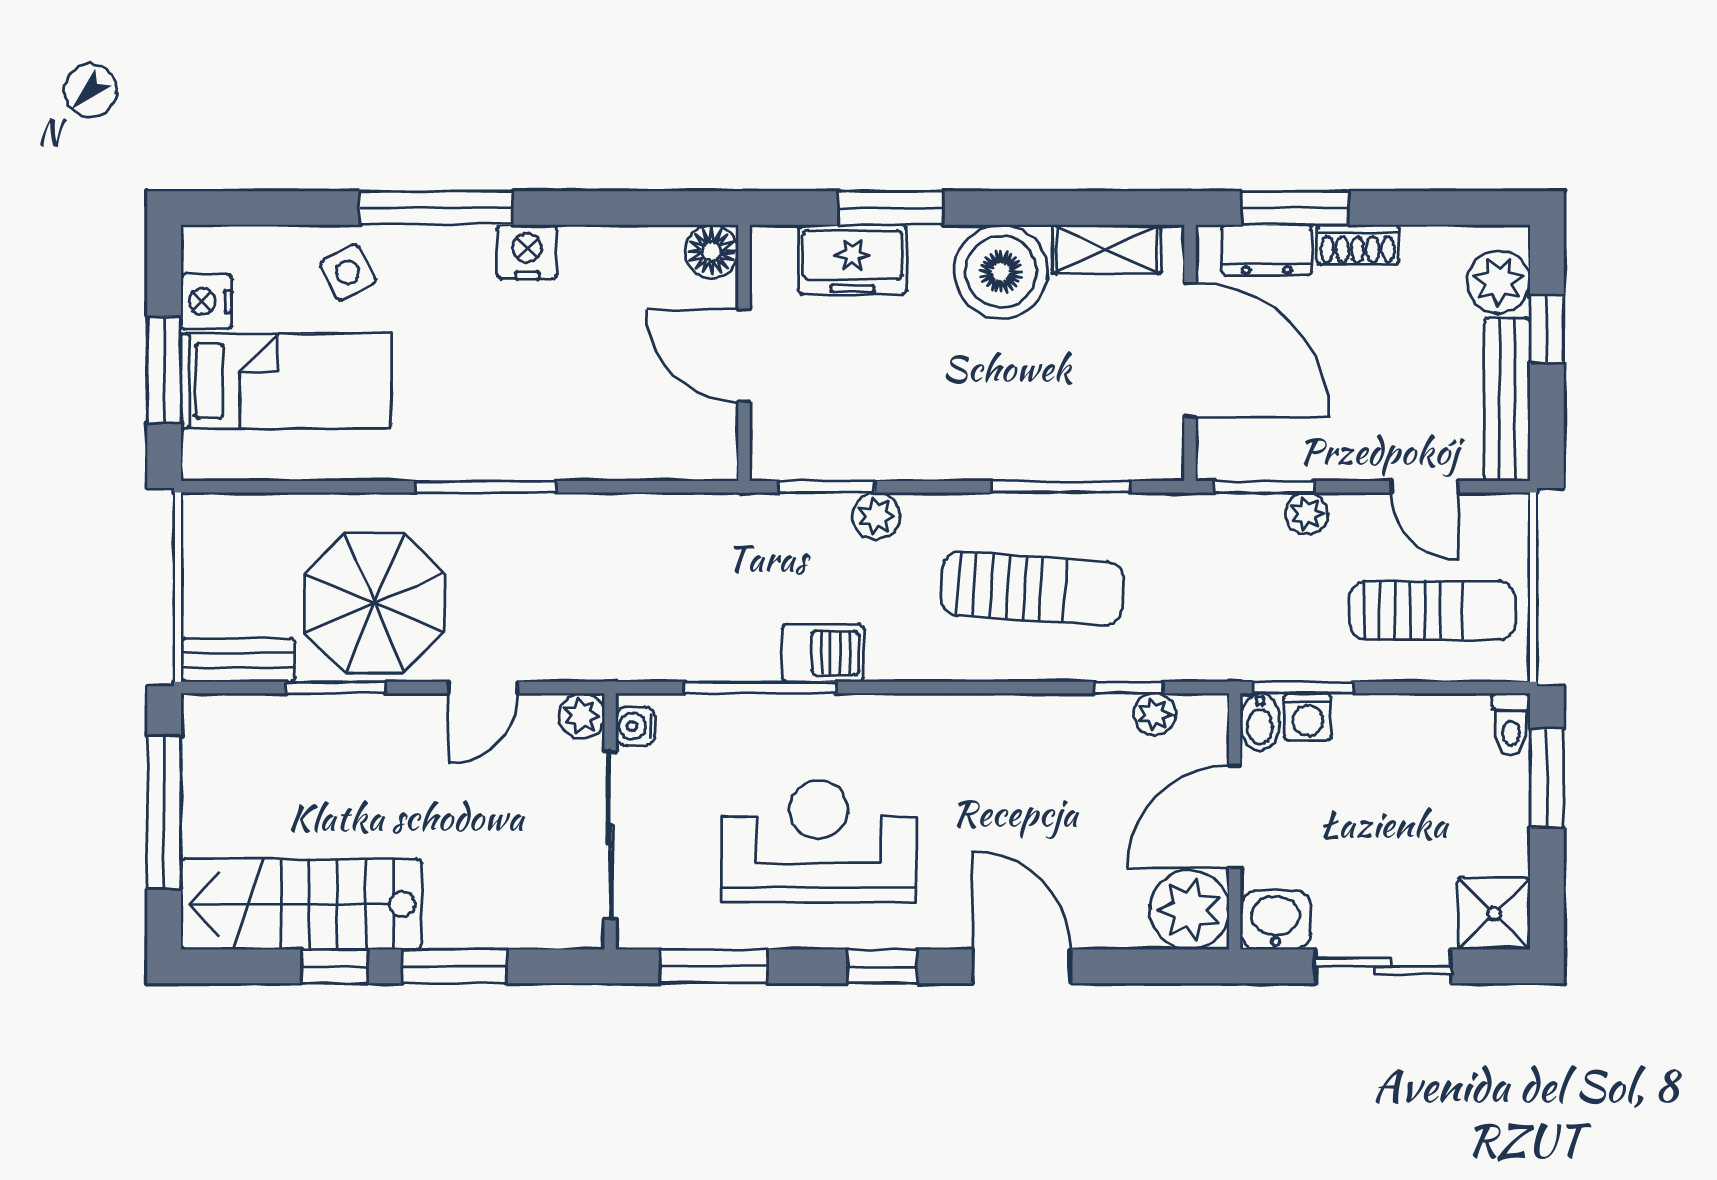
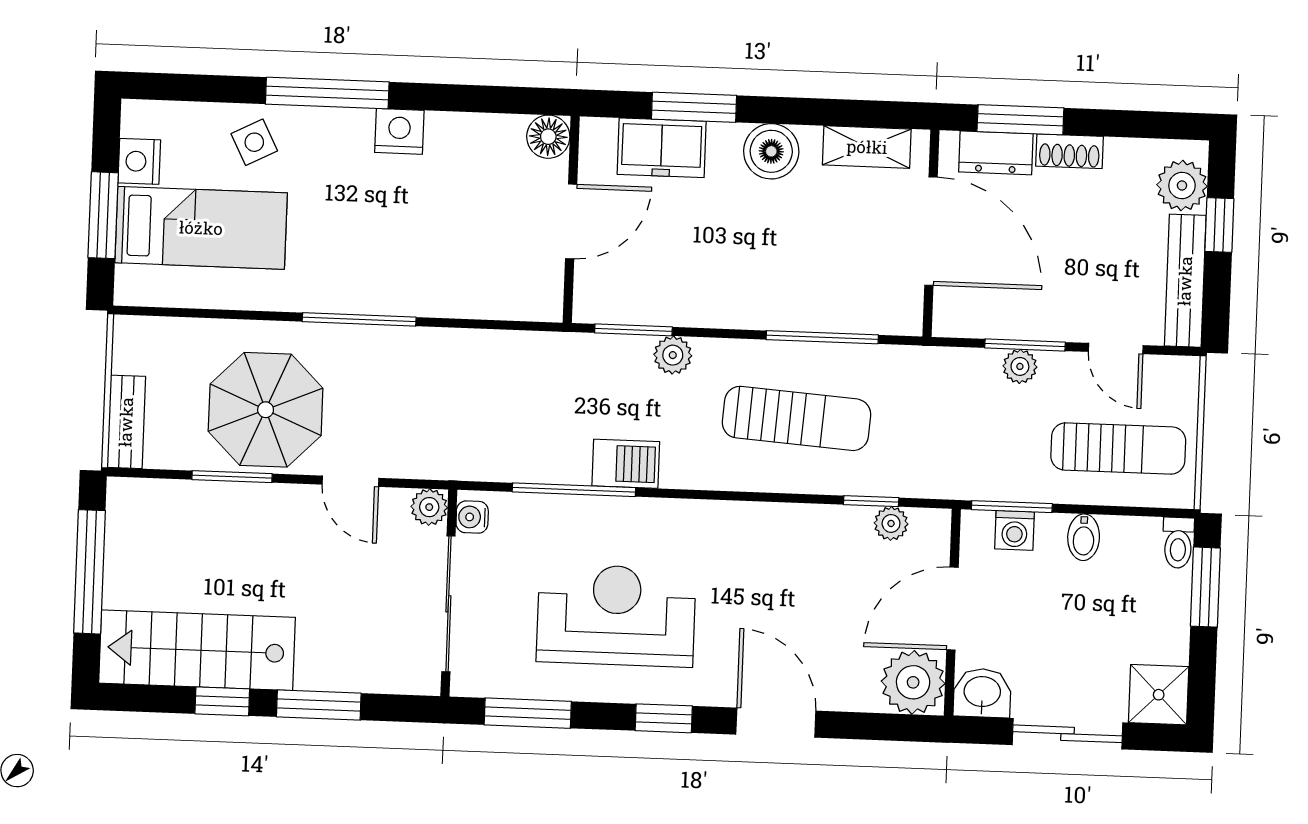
boiler: (1001, 272) -> (771, 151), width x0.73, depth x0.73
door: (744, 355) -> (571, 221), swing flipped
window: (1264, 487) -> (1025, 345), moved
bench: (238, 660) -> (126, 422), moved, turned 90
door: (483, 688) -> (350, 481), hinge flipped
bidet: (1260, 722) -> (1084, 537), moved

